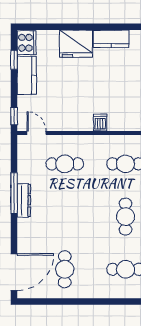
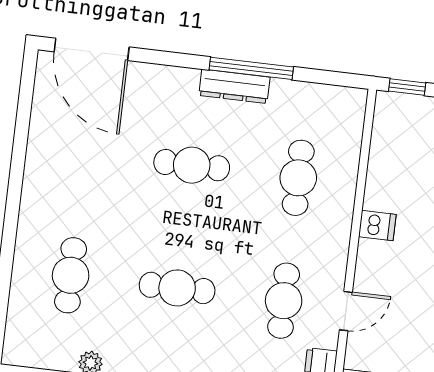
dishwasher: (100, 123) -> (377, 226), moved
door: (36, 133) -> (346, 311), moved
cafe table: (65, 269) -> (192, 165), moved

